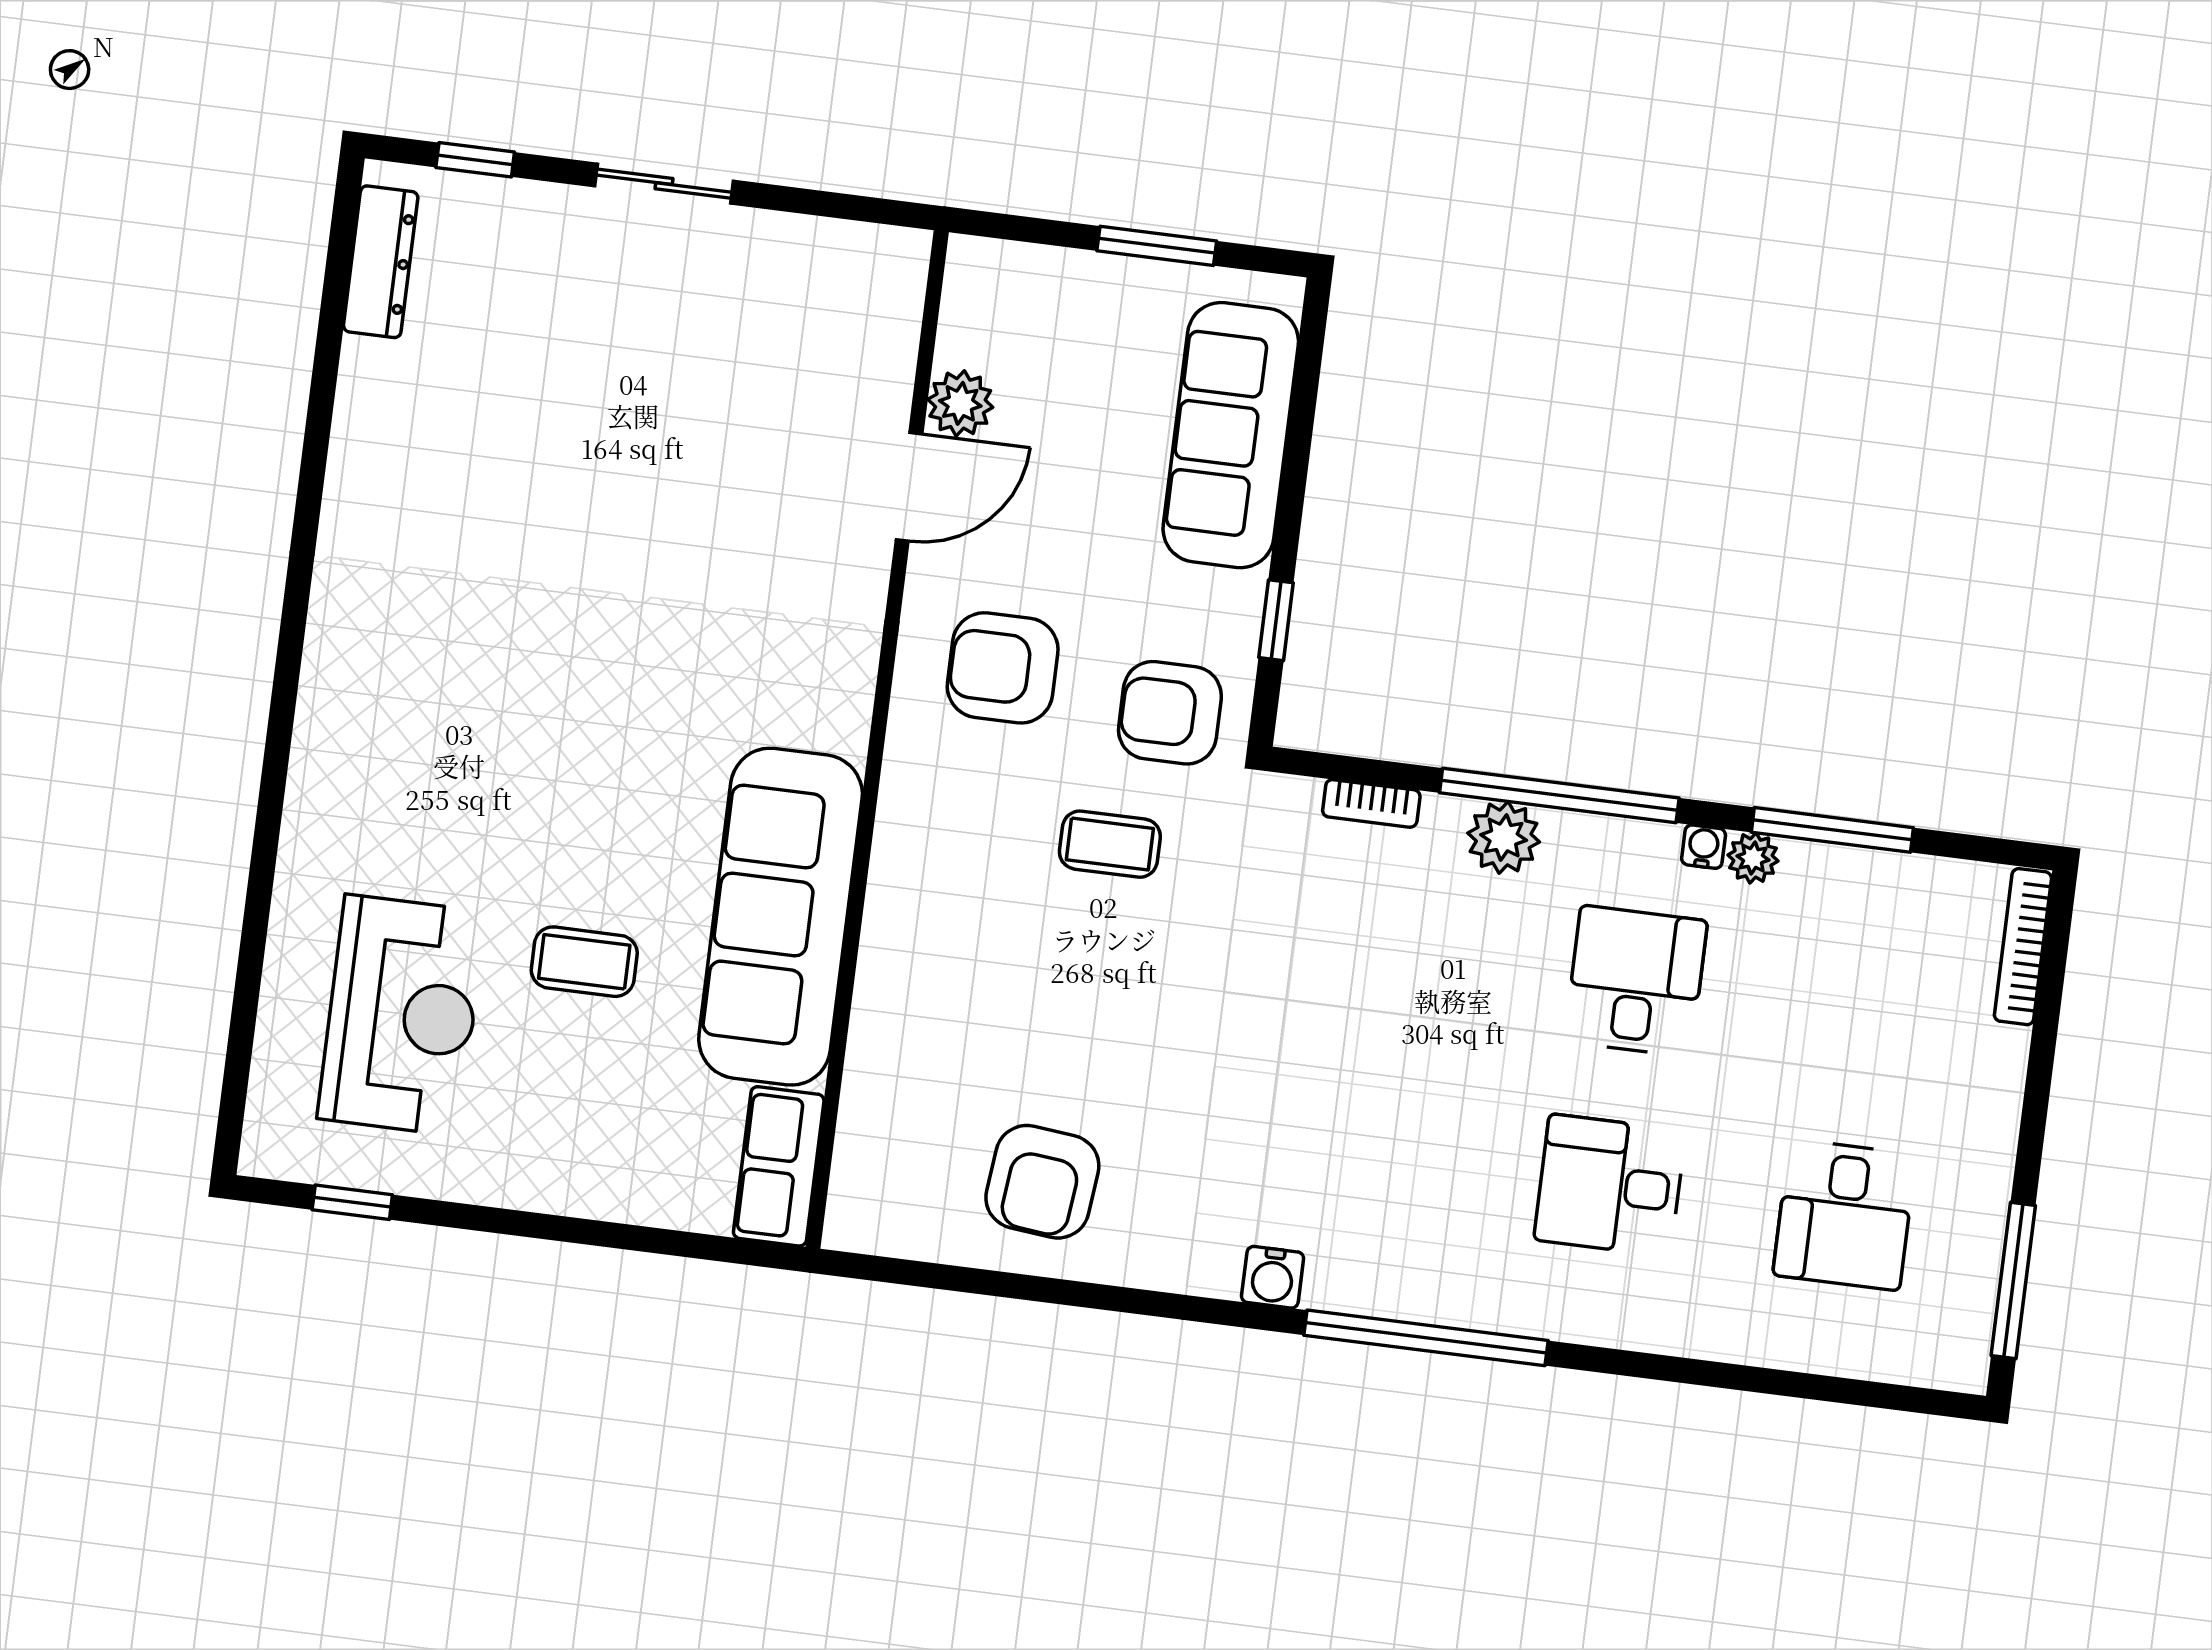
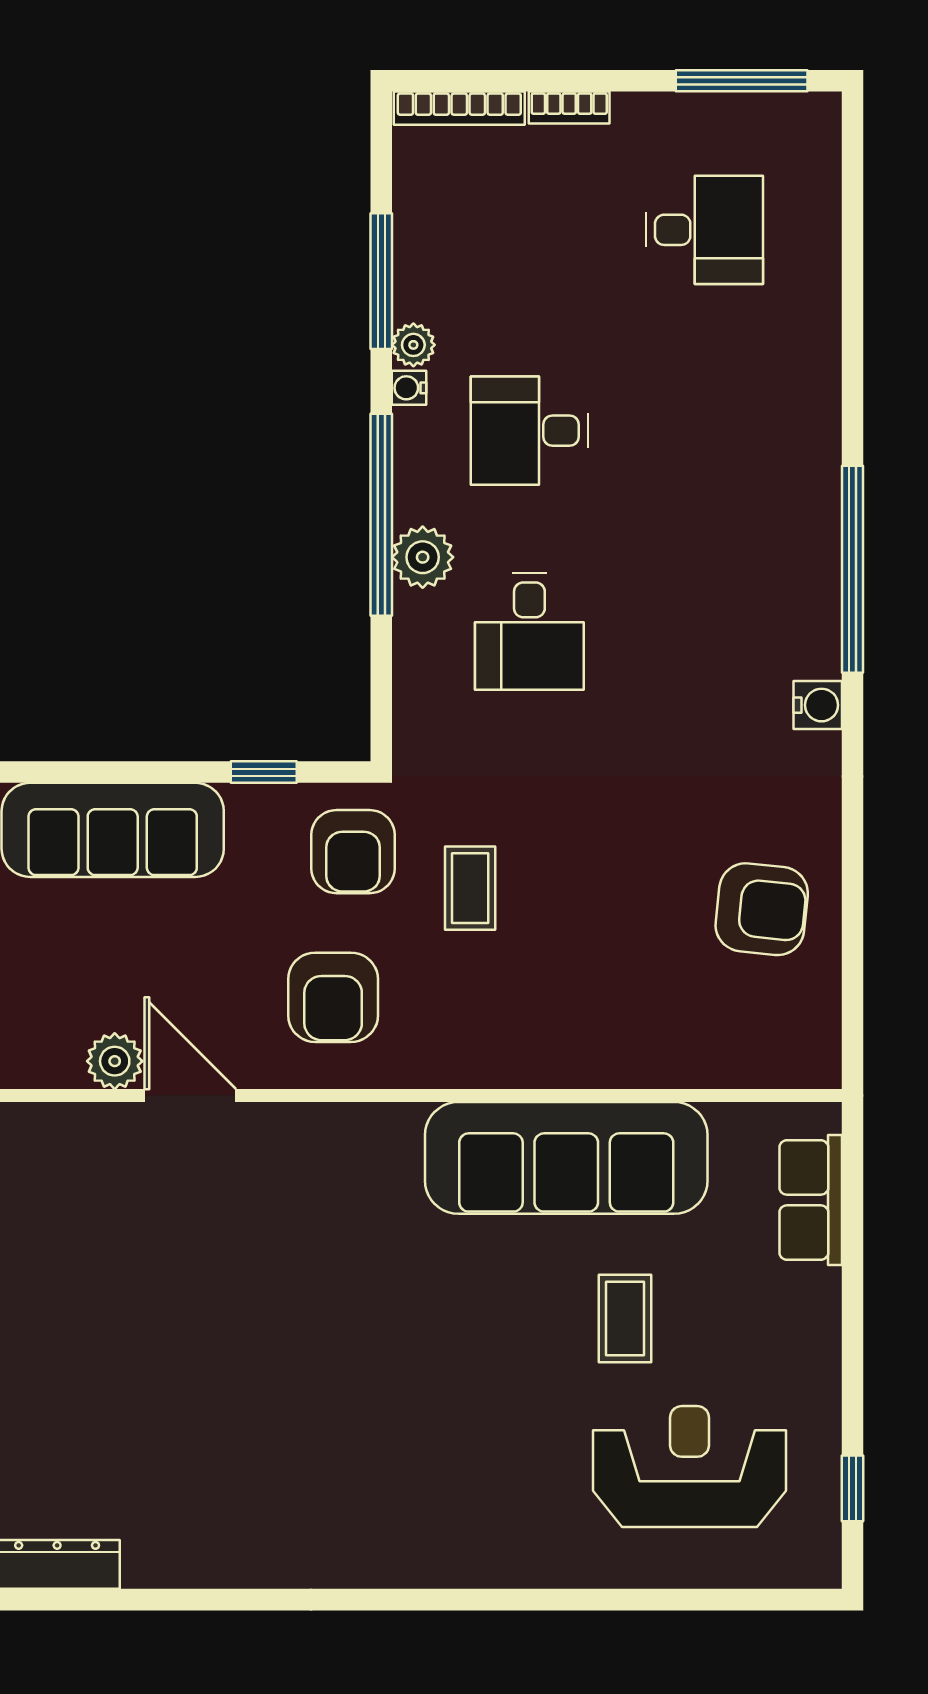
bookcase: (1371, 803) -> (569, 107), moved, turned 90
row of seats: (779, 1166) -> (811, 1200), moved, turned 90
desk: (1610, 1185) -> (529, 631), moved

